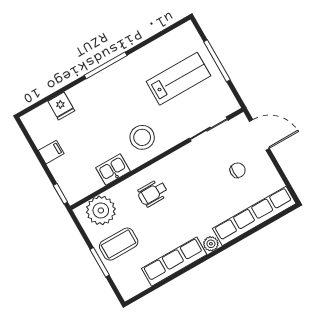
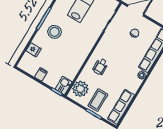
stool: (142, 137) -> (54, 32), moved
kitchen sink: (113, 170) -> (64, 85), moved
row of seats: (174, 262) -> (121, 107), moved

